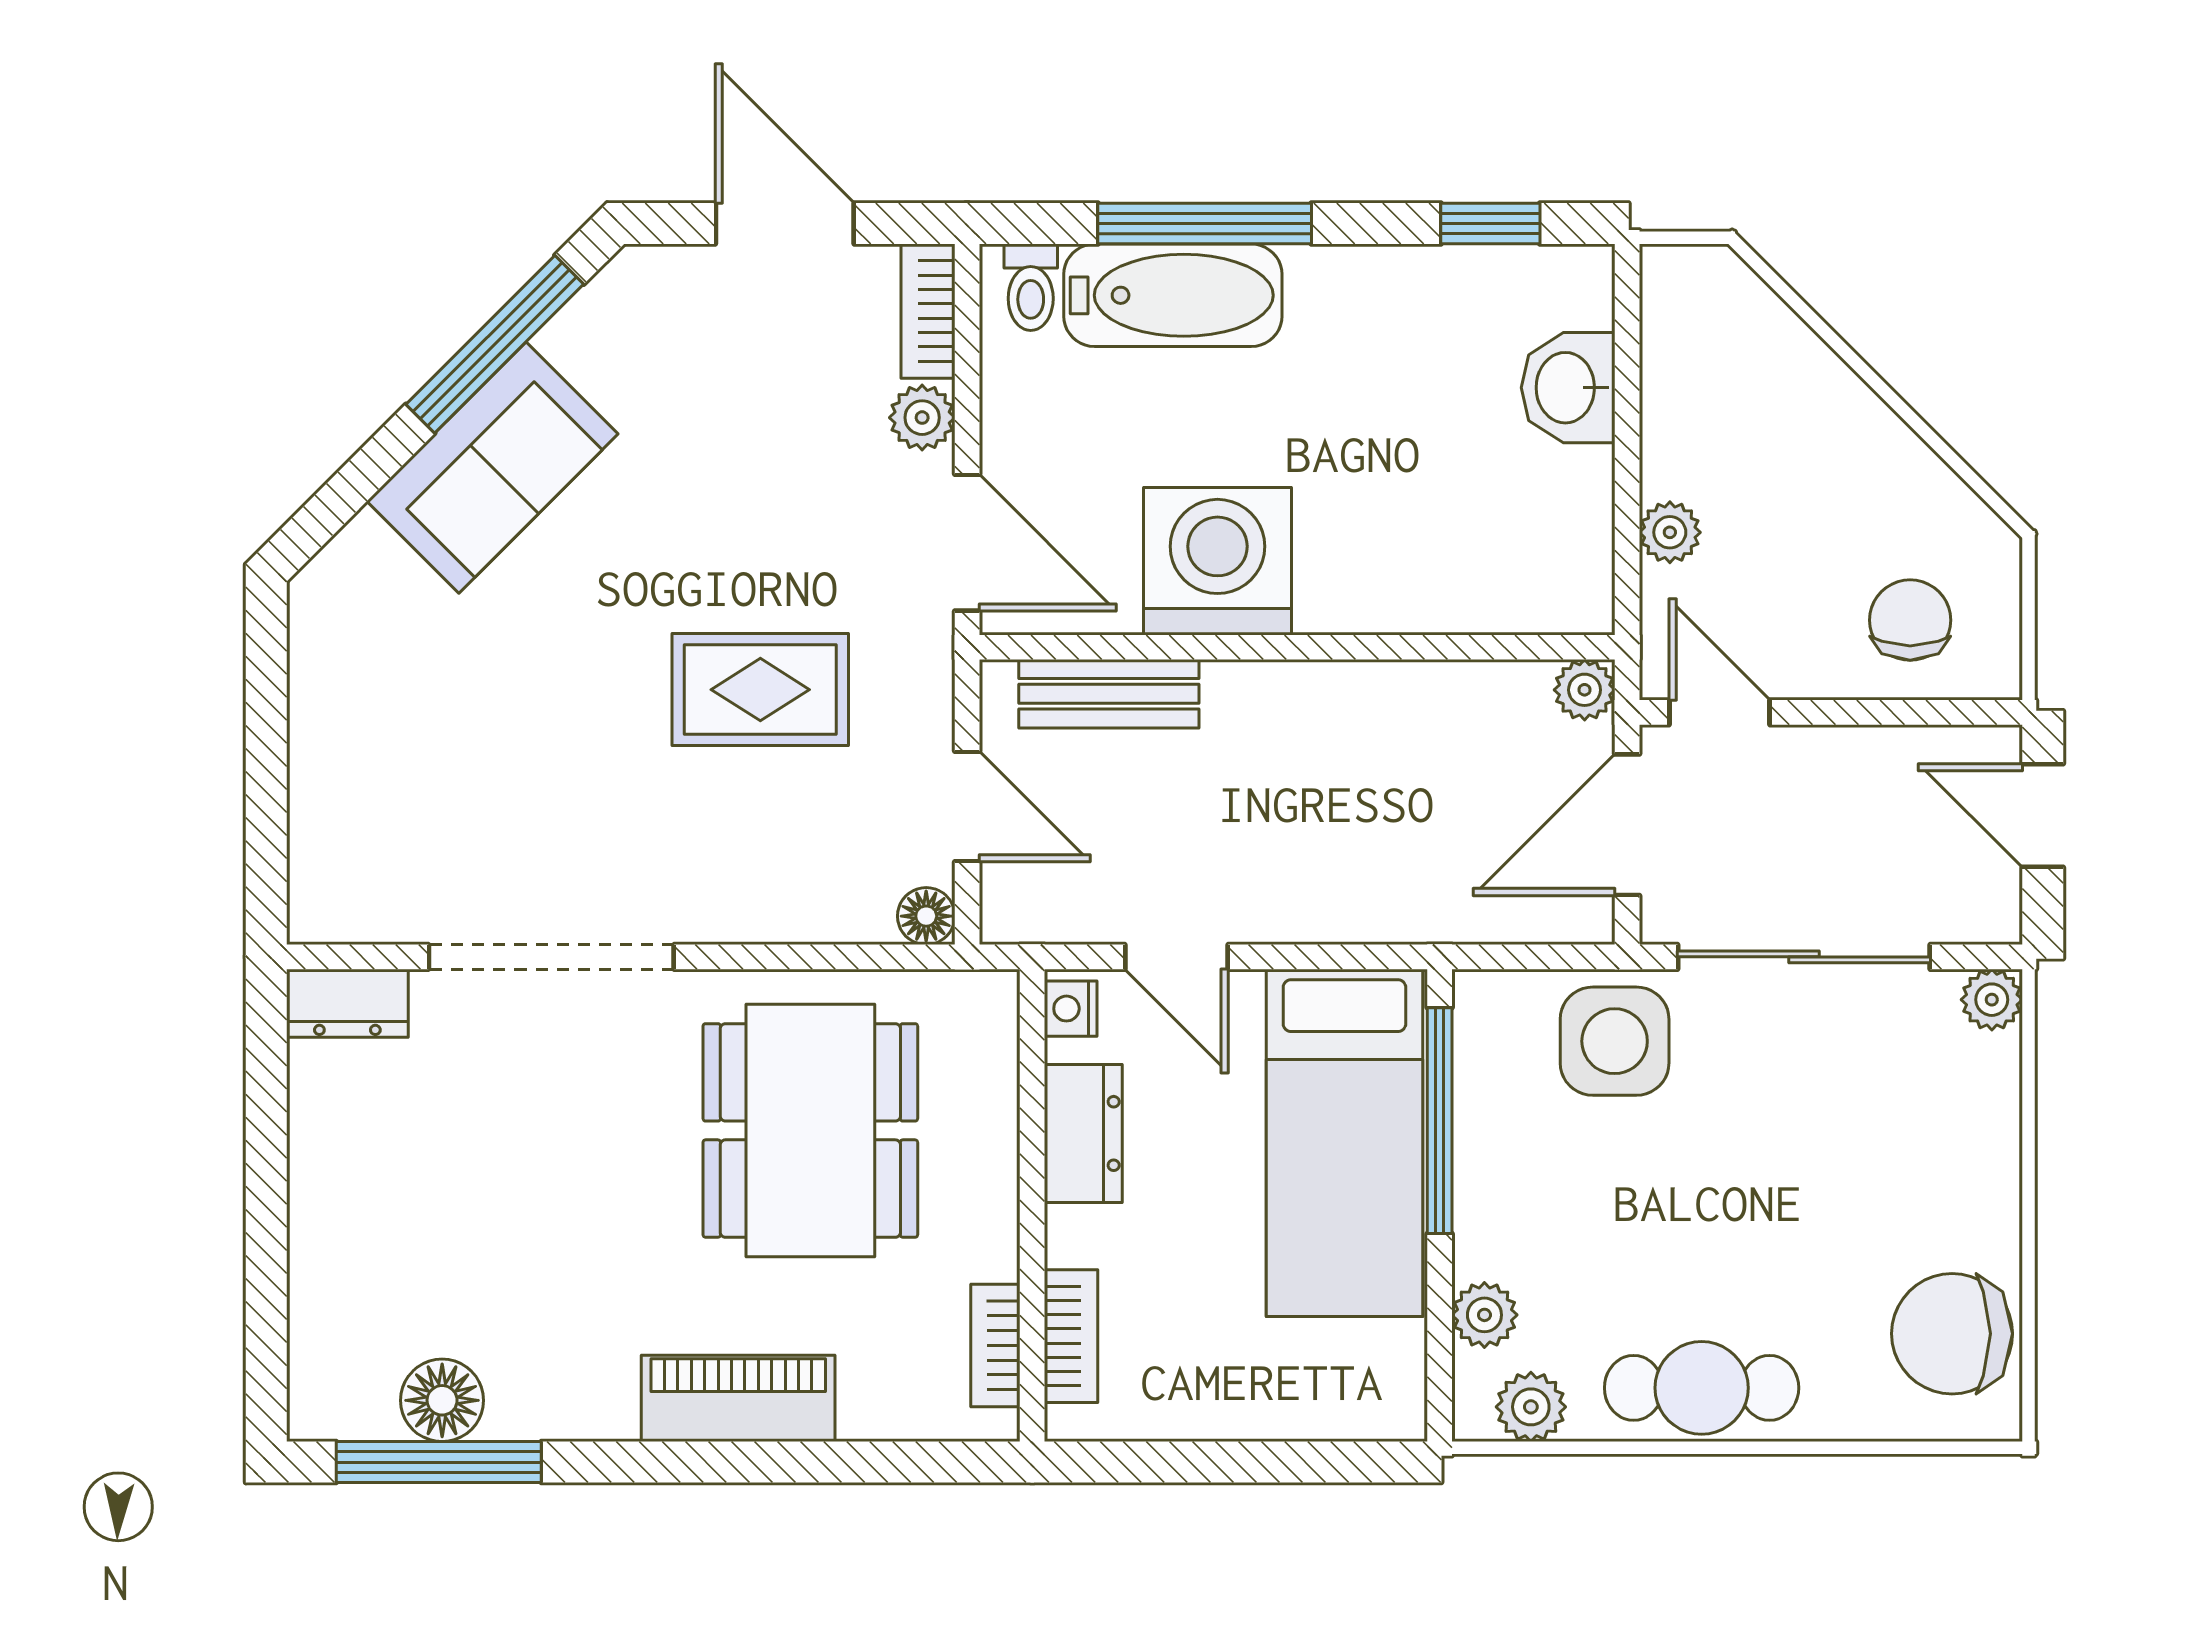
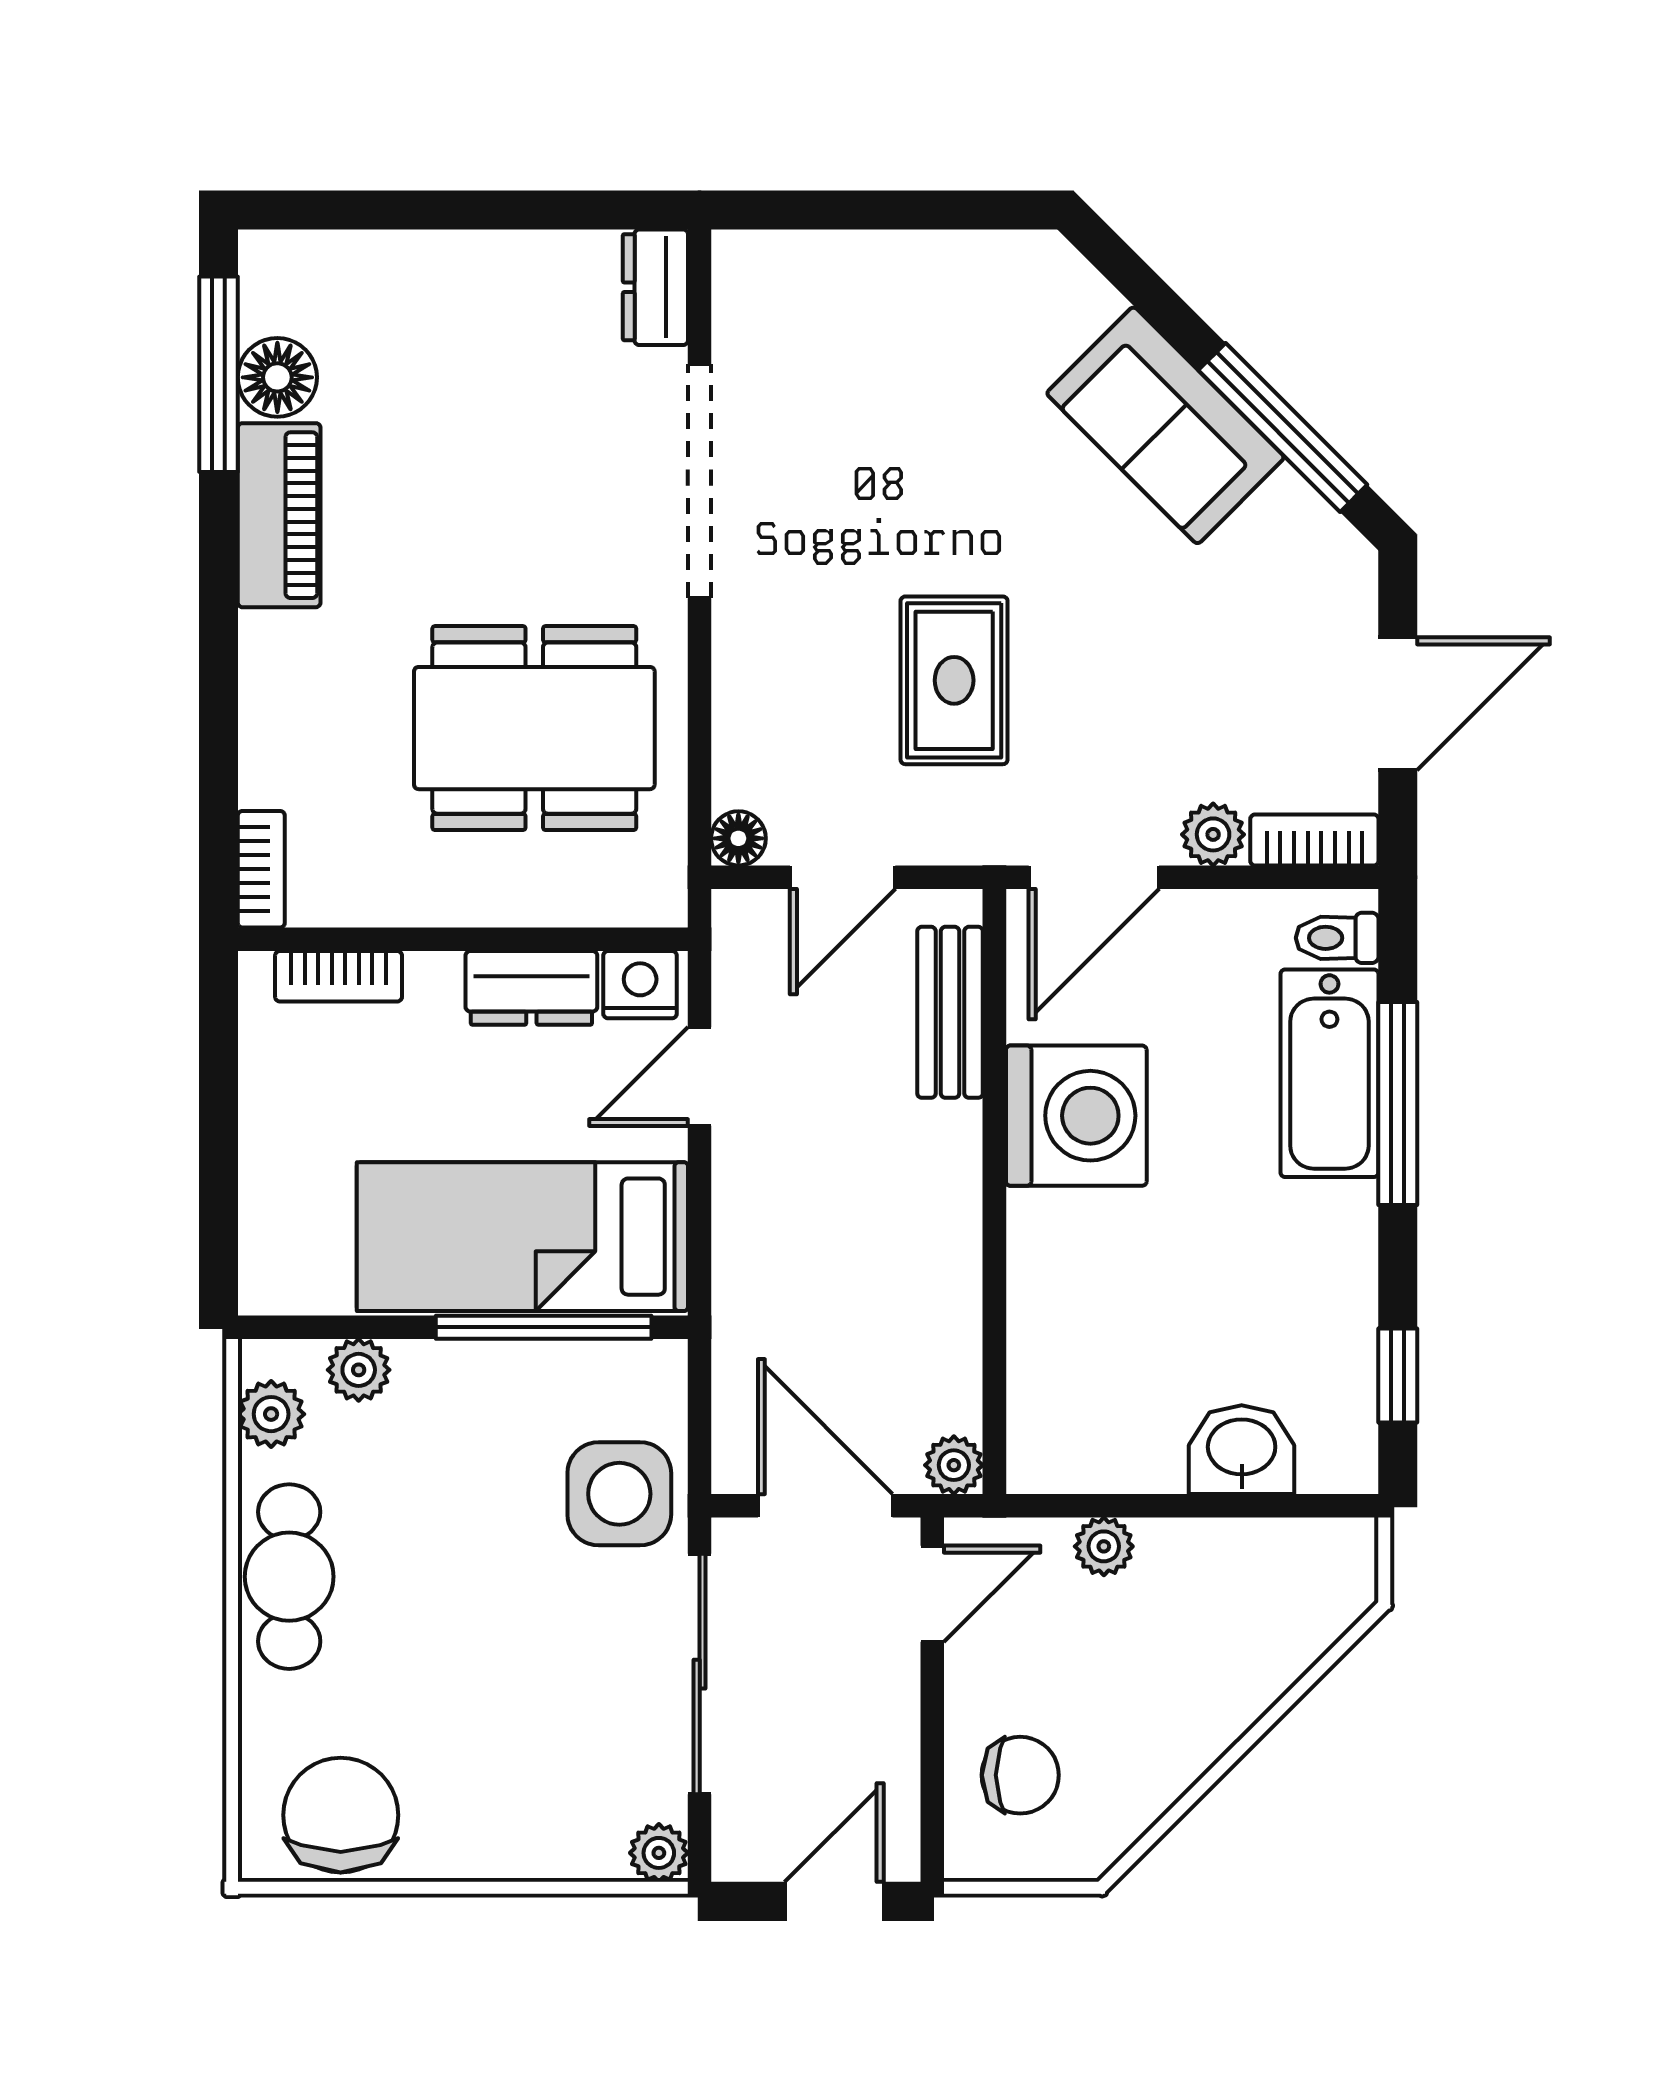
nightstand: (1071, 1009) -> (640, 985), width x1.39, depth x1.35
bookcase: (995, 1345) -> (261, 869), moved, turned 90
piano: (738, 1398) -> (279, 515), moved

